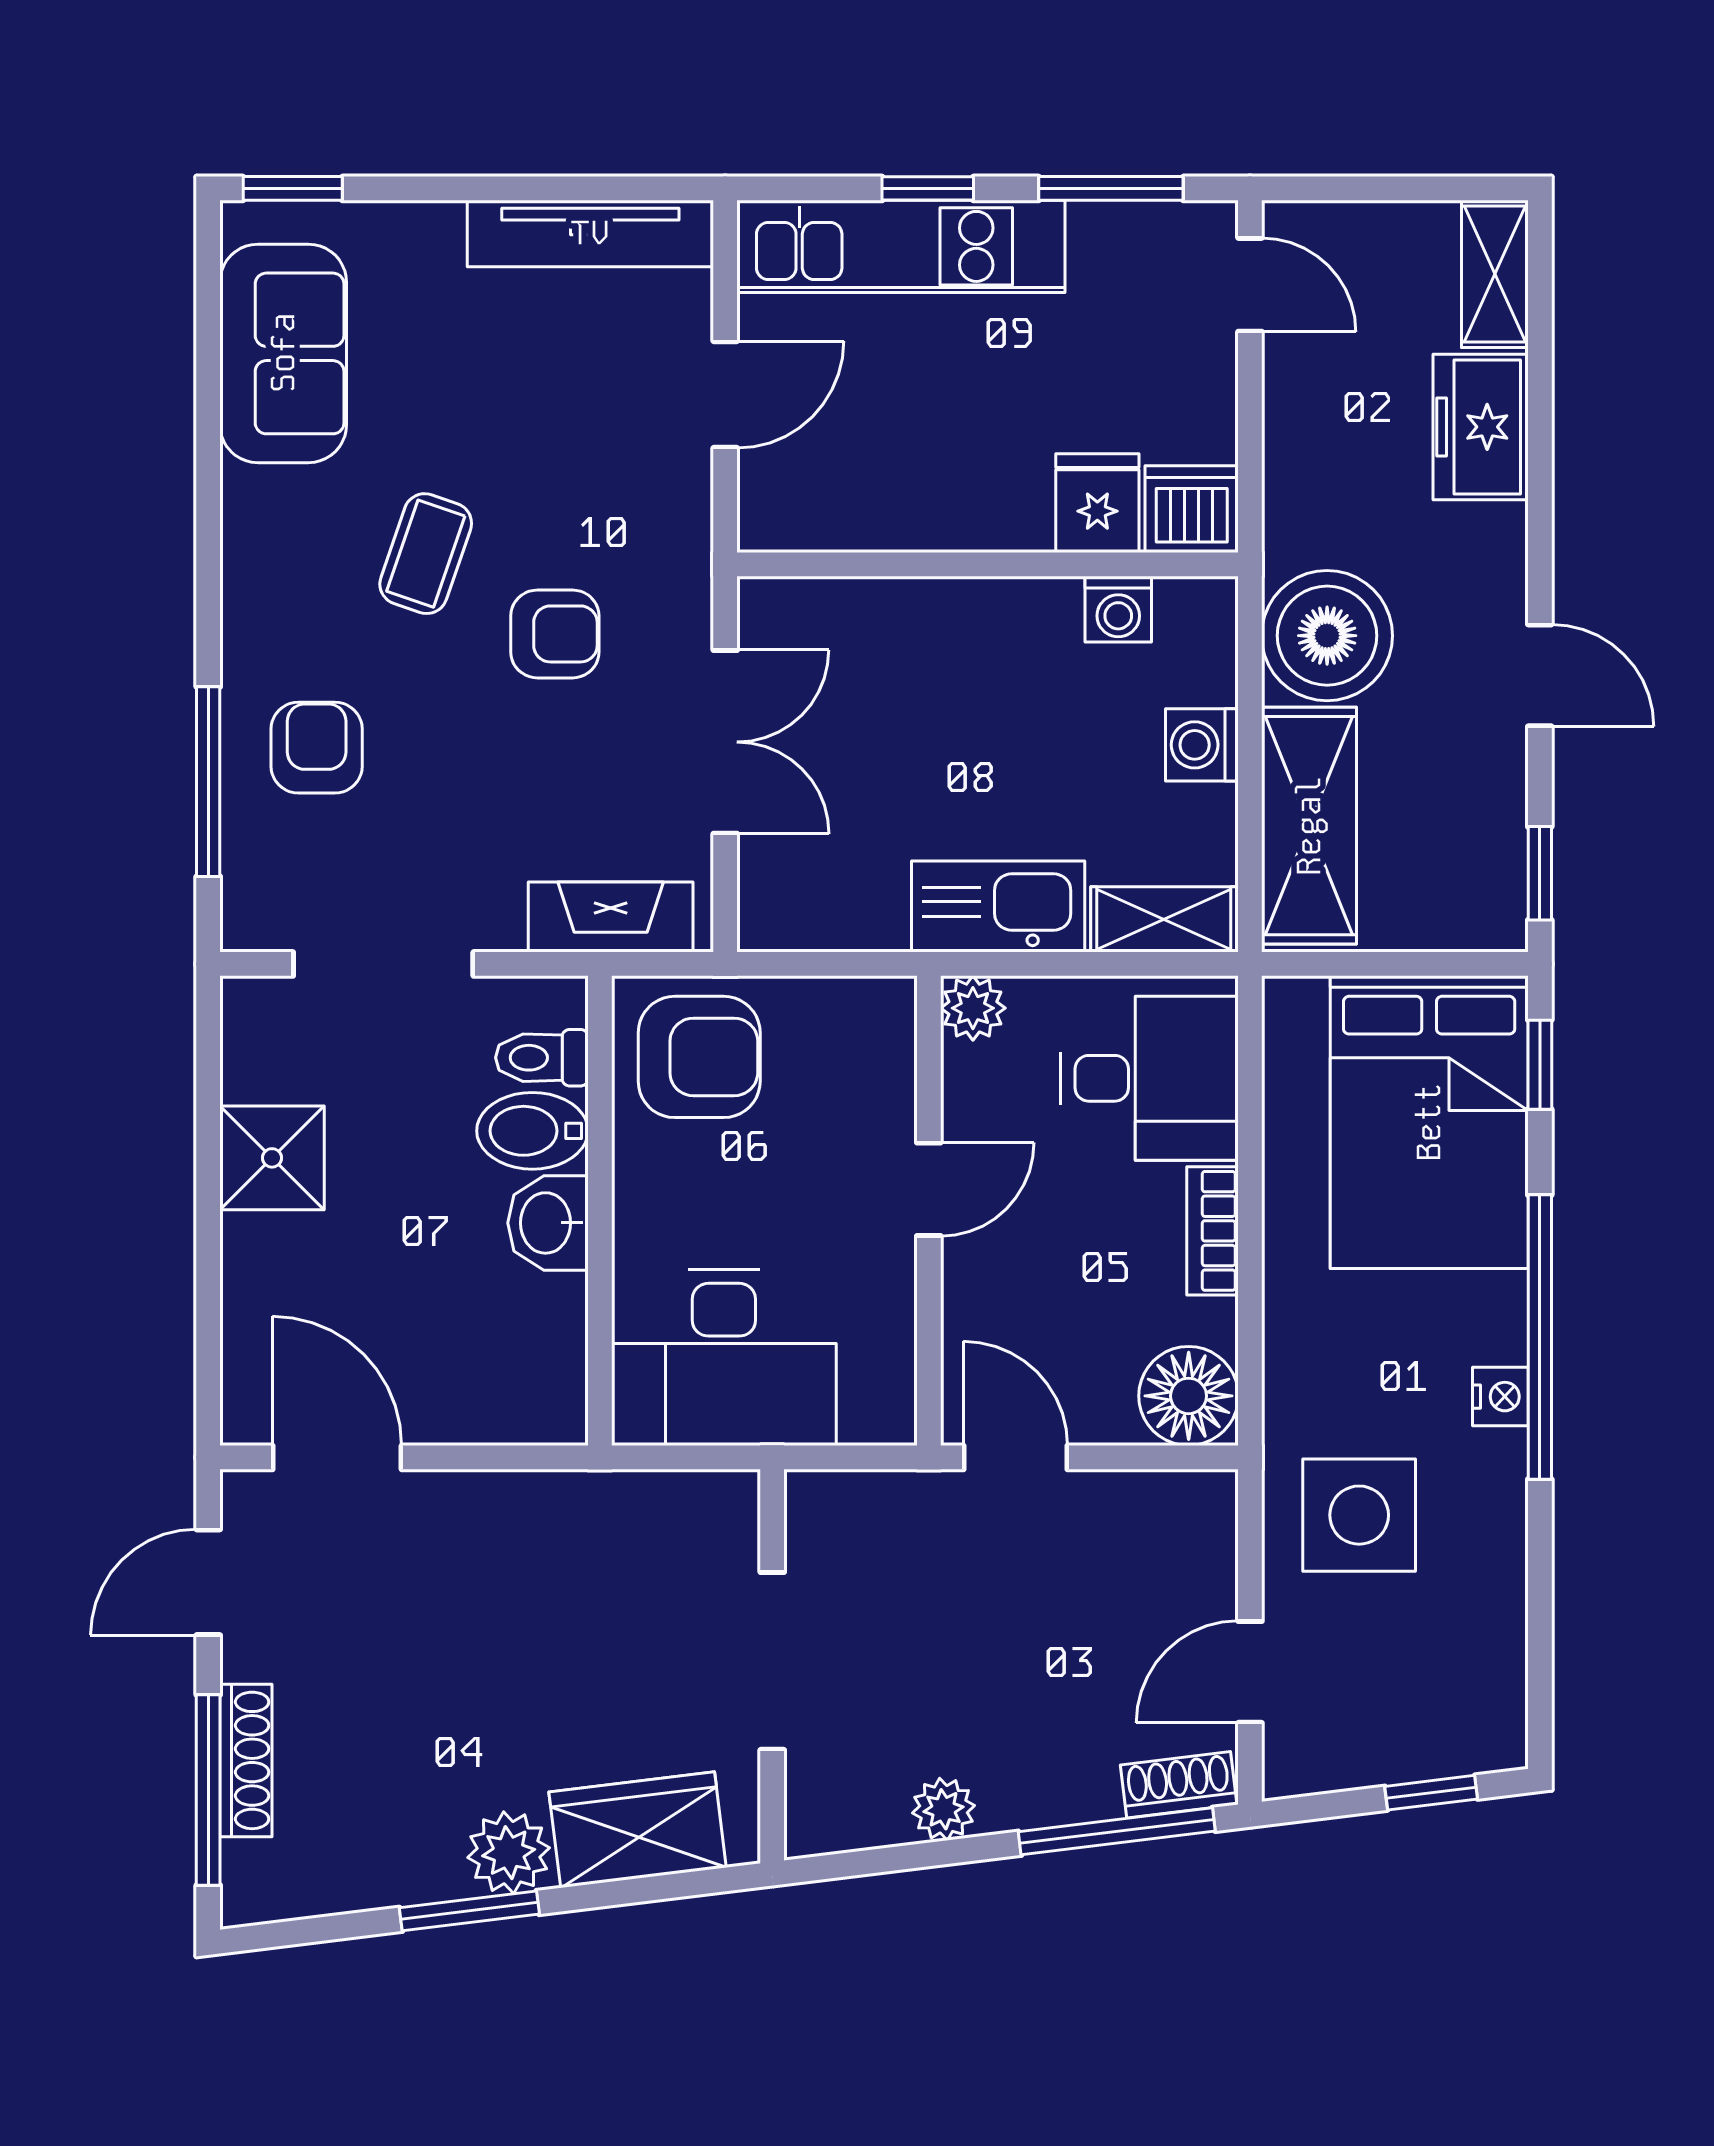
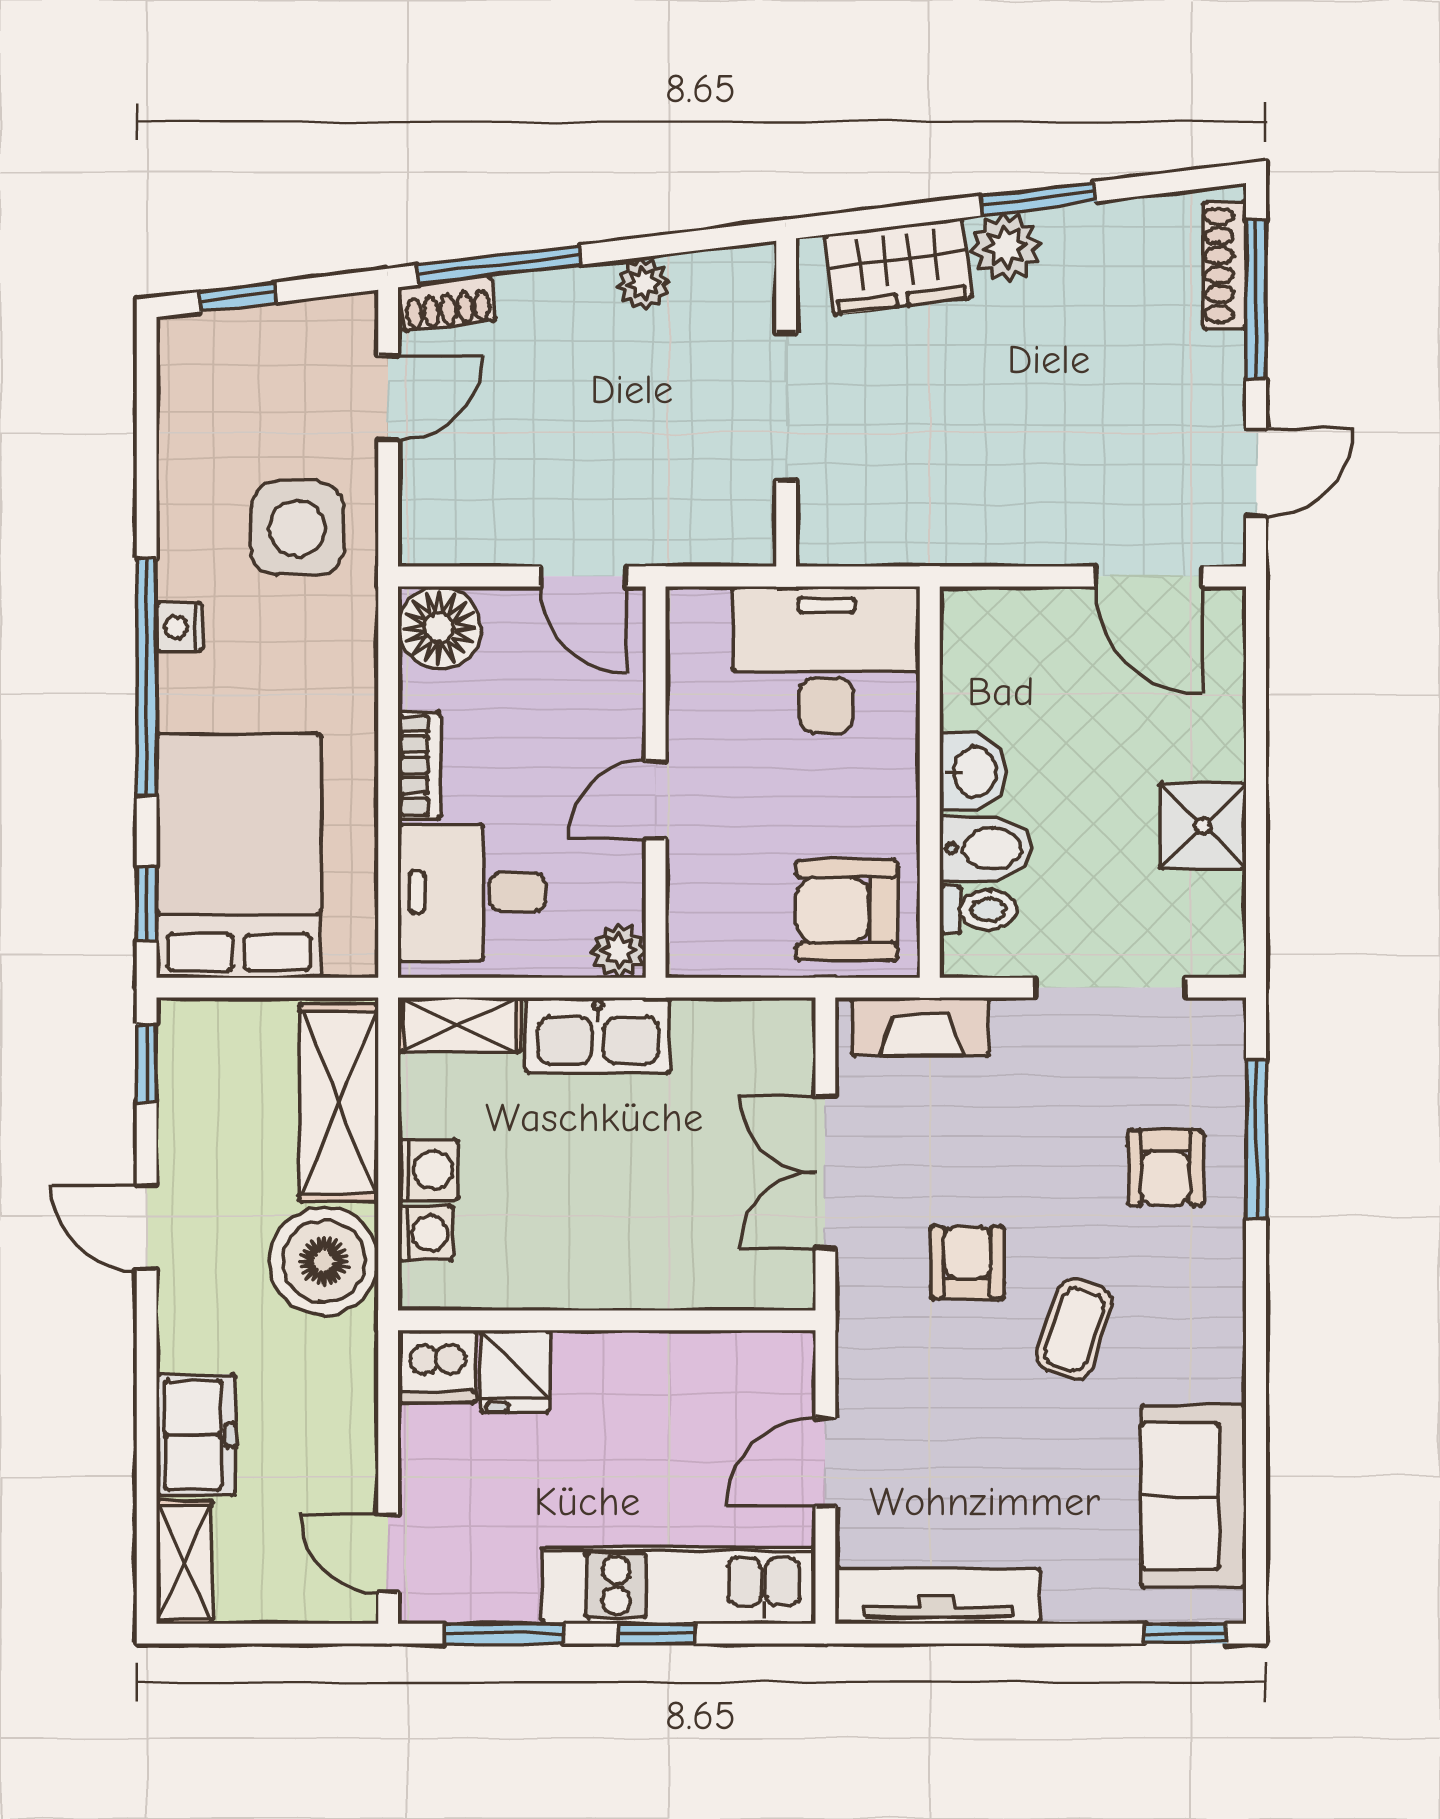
washing machine: (1118, 609) -> (425, 1233), moved, turned 90
armchair: (555, 634) -> (967, 1262), turned 90
shoe rack: (246, 1760) -> (1225, 265), moved

